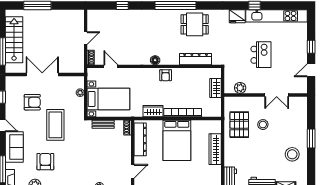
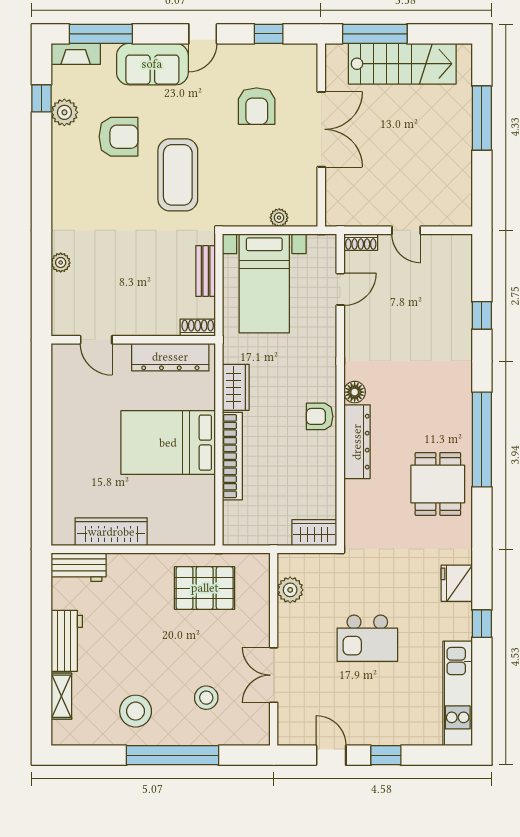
kitchen unit: (276, 16) -> (458, 693), width x0.73
dresser: (196, 59) -> (357, 442), moved
wardrobe: (216, 88) -> (314, 533), moved
coffee table: (55, 125) -> (178, 175), moved, turned 90
stool: (263, 125) -> (206, 698), moved
window: (311, 138) -> (172, 755), width x2.11
wardrobe: (215, 149) -> (111, 532), moved

